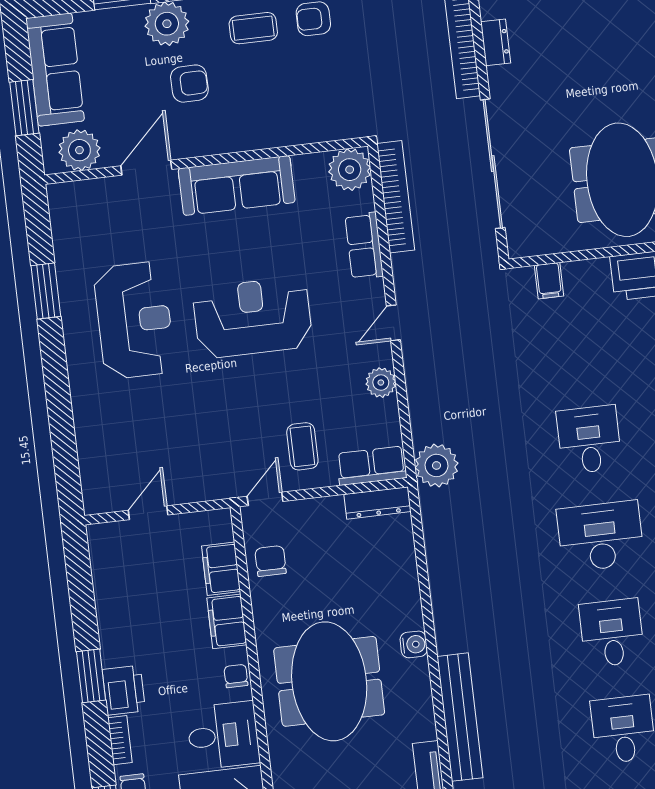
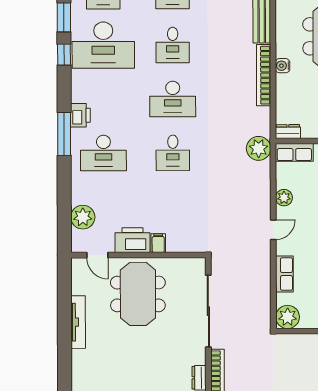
bookcase: (396, 197) -> (264, 75), moved
filing cabinet: (549, 281) -> (158, 243), moved
dresser: (378, 503) -> (288, 132), width x0.70
water cooler: (414, 644) -> (283, 66), moved

